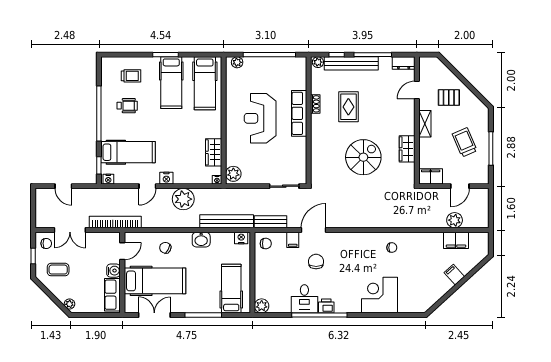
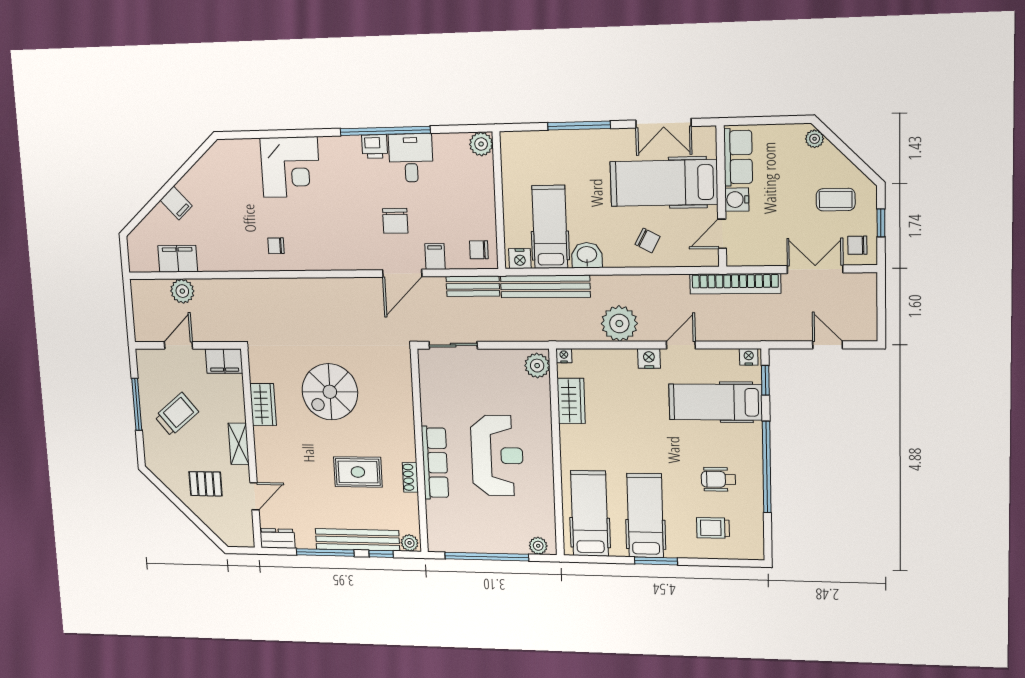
rug: (348, 107) -> (358, 472), turned 90
trolley: (465, 142) -> (177, 414), turned -106
hospital bed: (231, 288) -> (550, 227), moved, turned 180

